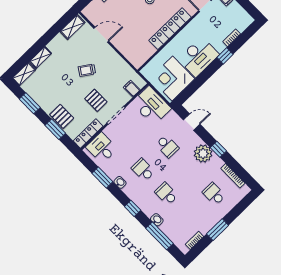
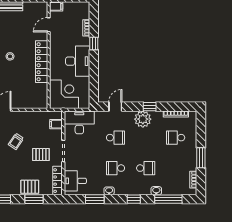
corner desk: (172, 79) -> (64, 94), moved, turned 180
school desk: (166, 194) -> (146, 168), turned 180

